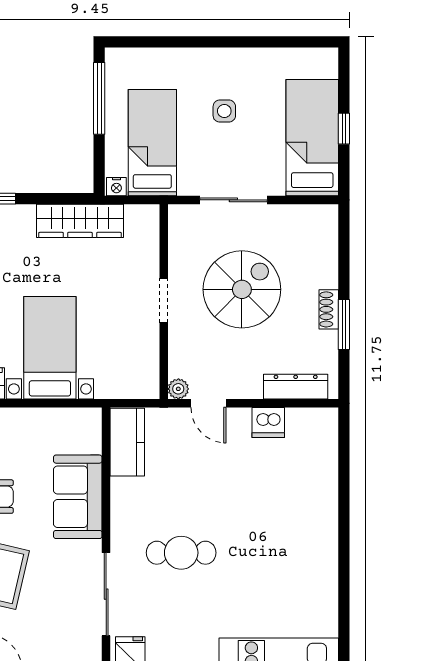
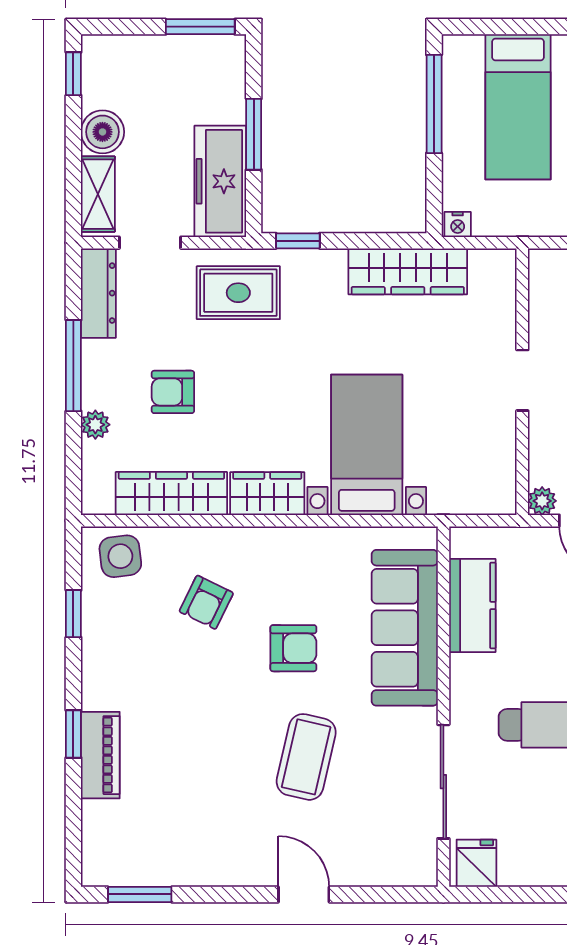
bed: (152, 143) -> (518, 107), moved, turned 180
kitchen counter: (127, 442) -> (472, 605), moved
sofa: (78, 497) -> (405, 628), width x1.36

